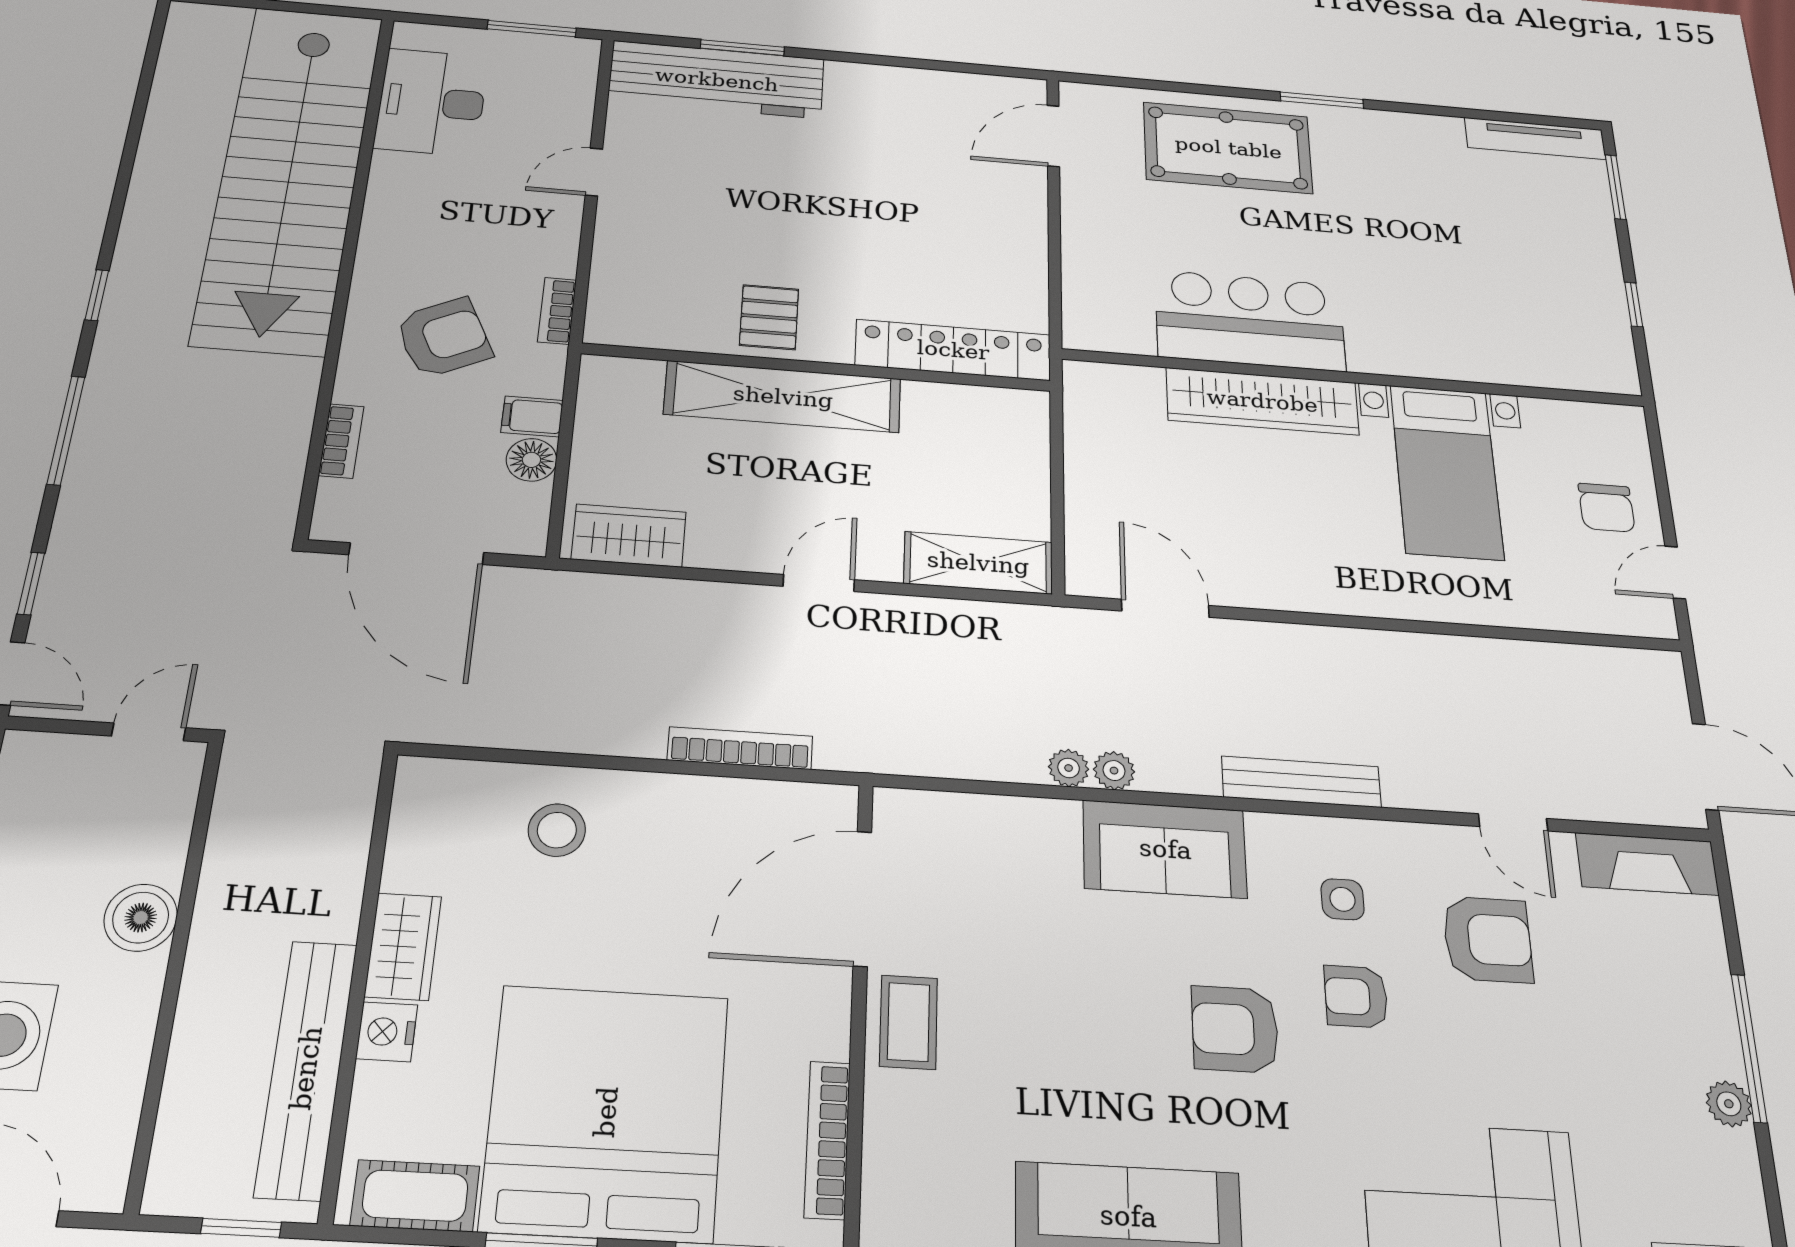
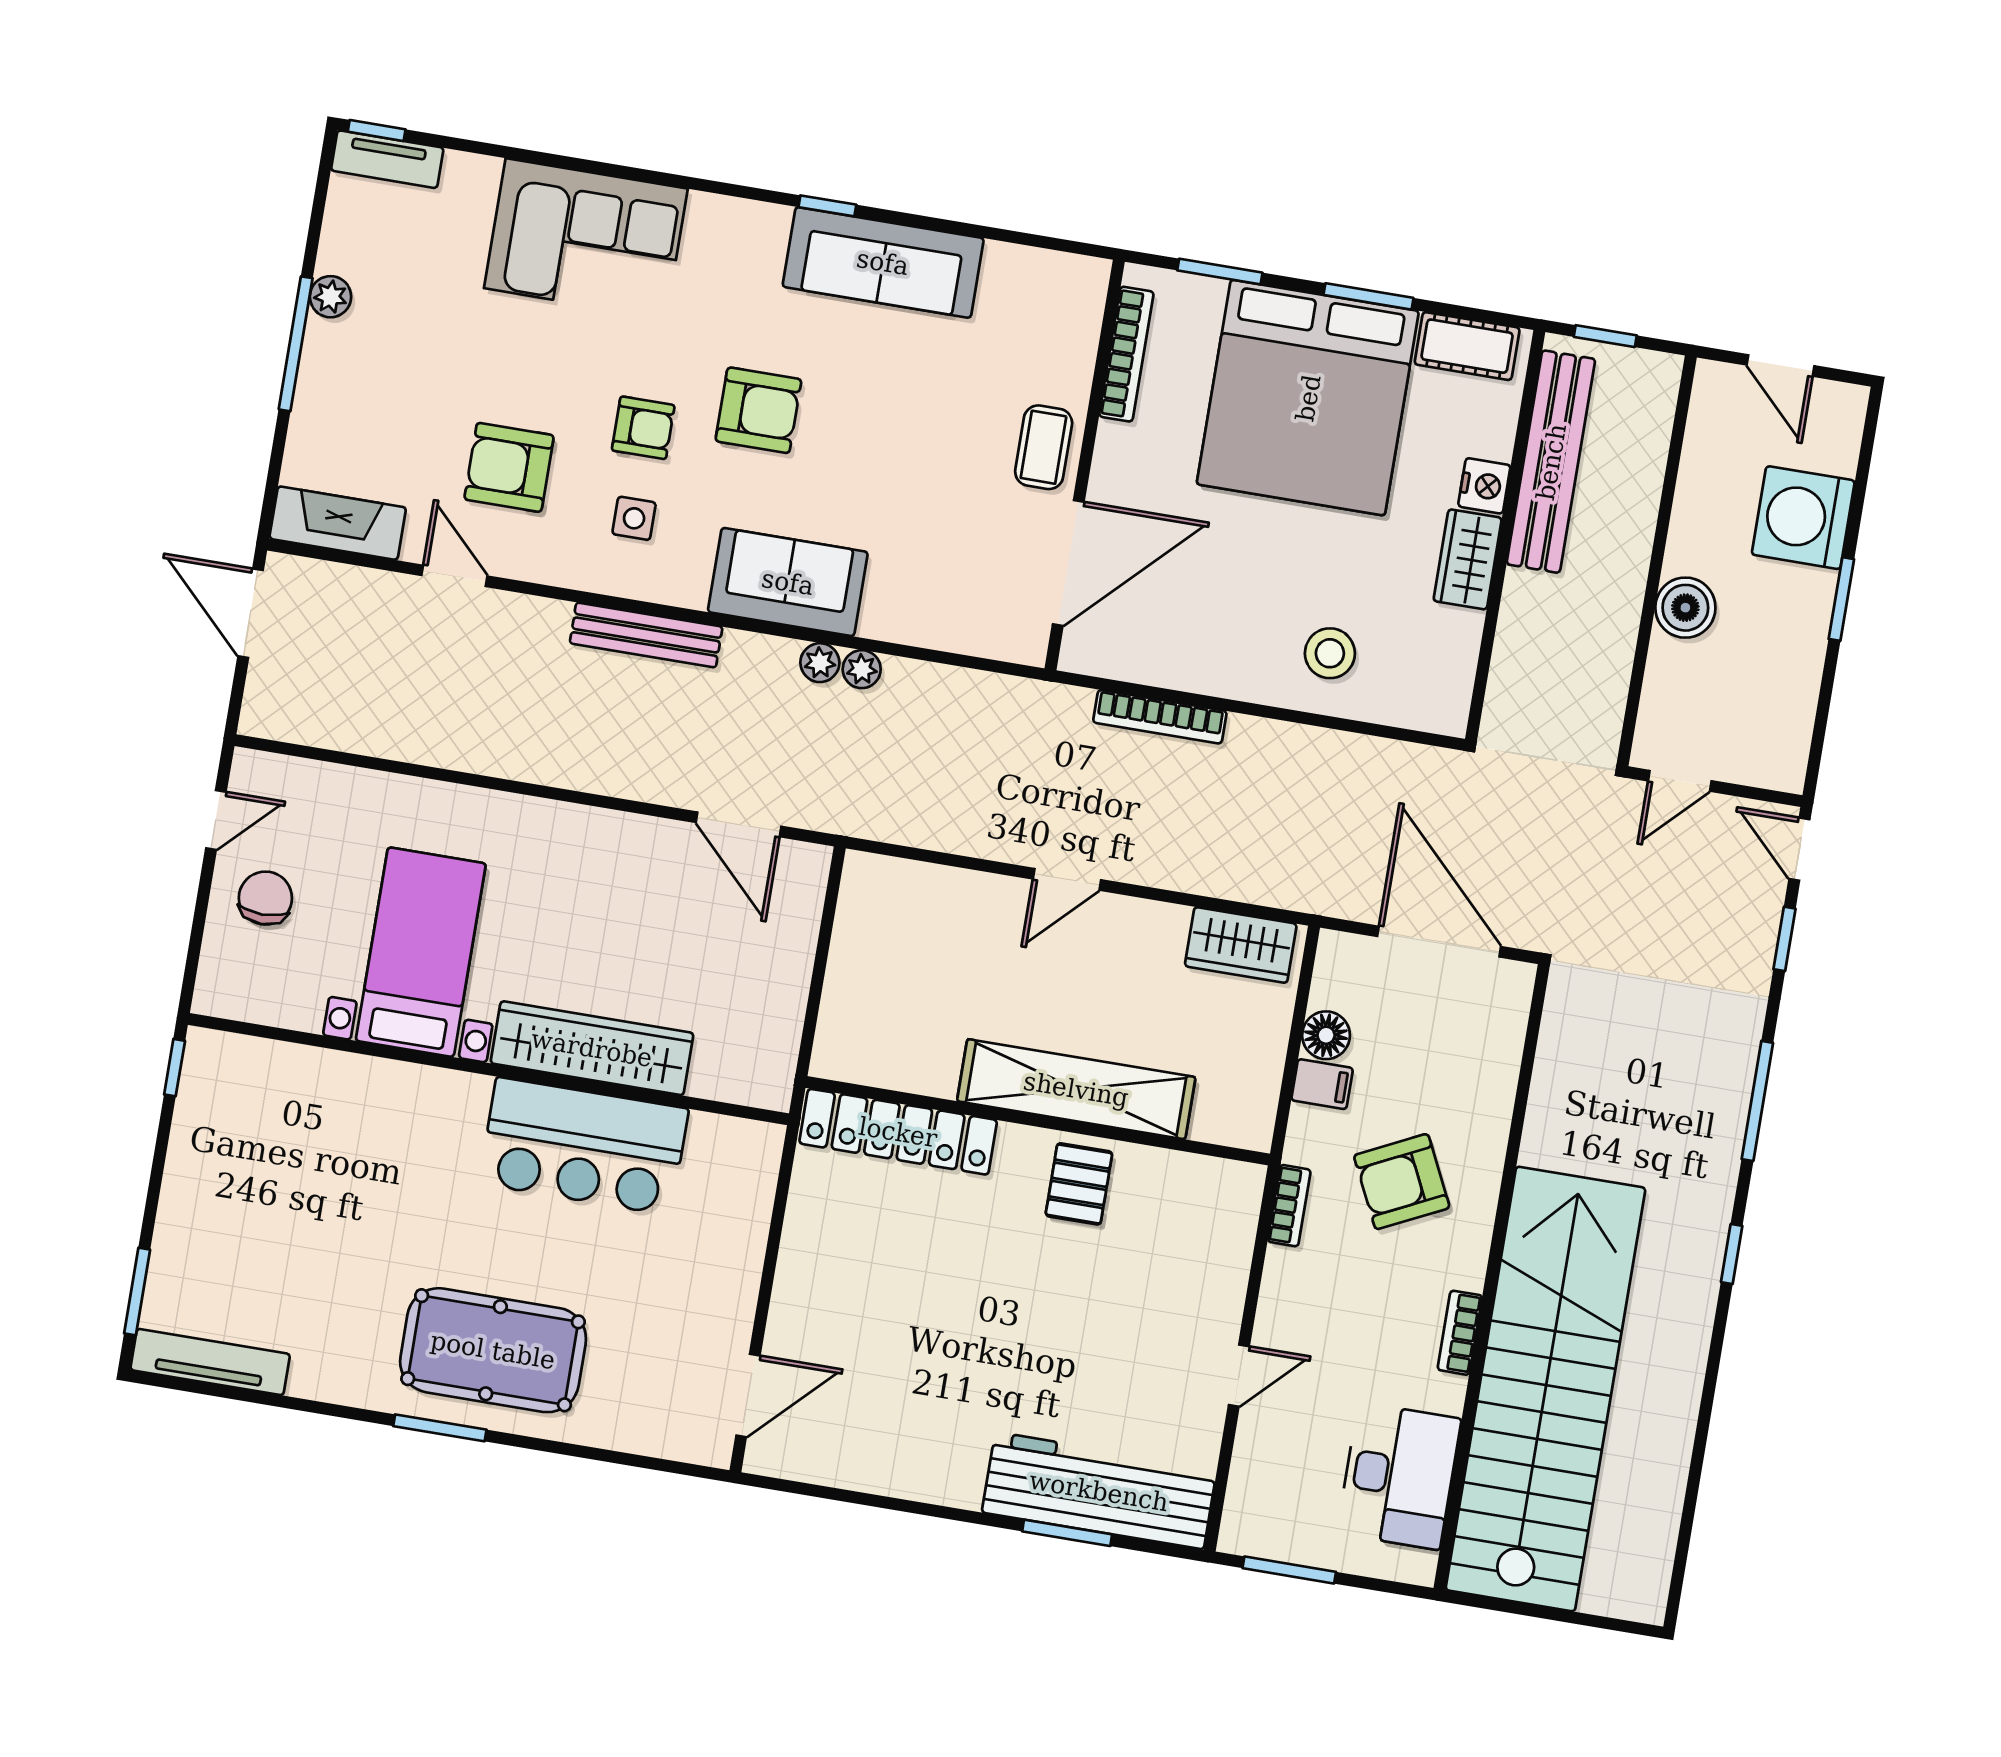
pool table: (1228, 148) -> (493, 1350), moved
window: (1634, 304) -> (175, 1068), moved
bookcase: (341, 441) -> (1460, 1333), moved
shelving: (978, 563) -> (911, 888), removed

